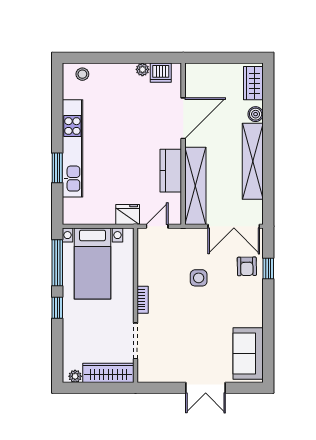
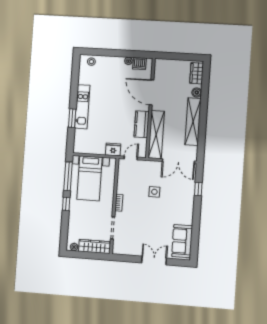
door: (183, 118) -> (151, 92), swing flipped
kitchen unit: (72, 148) -> (82, 107), width x0.73
armchair: (247, 266) -> (185, 187), removed
double door: (206, 388) -> (154, 261), swing flipped

